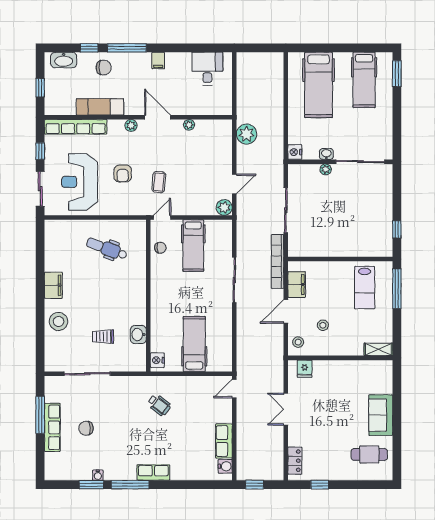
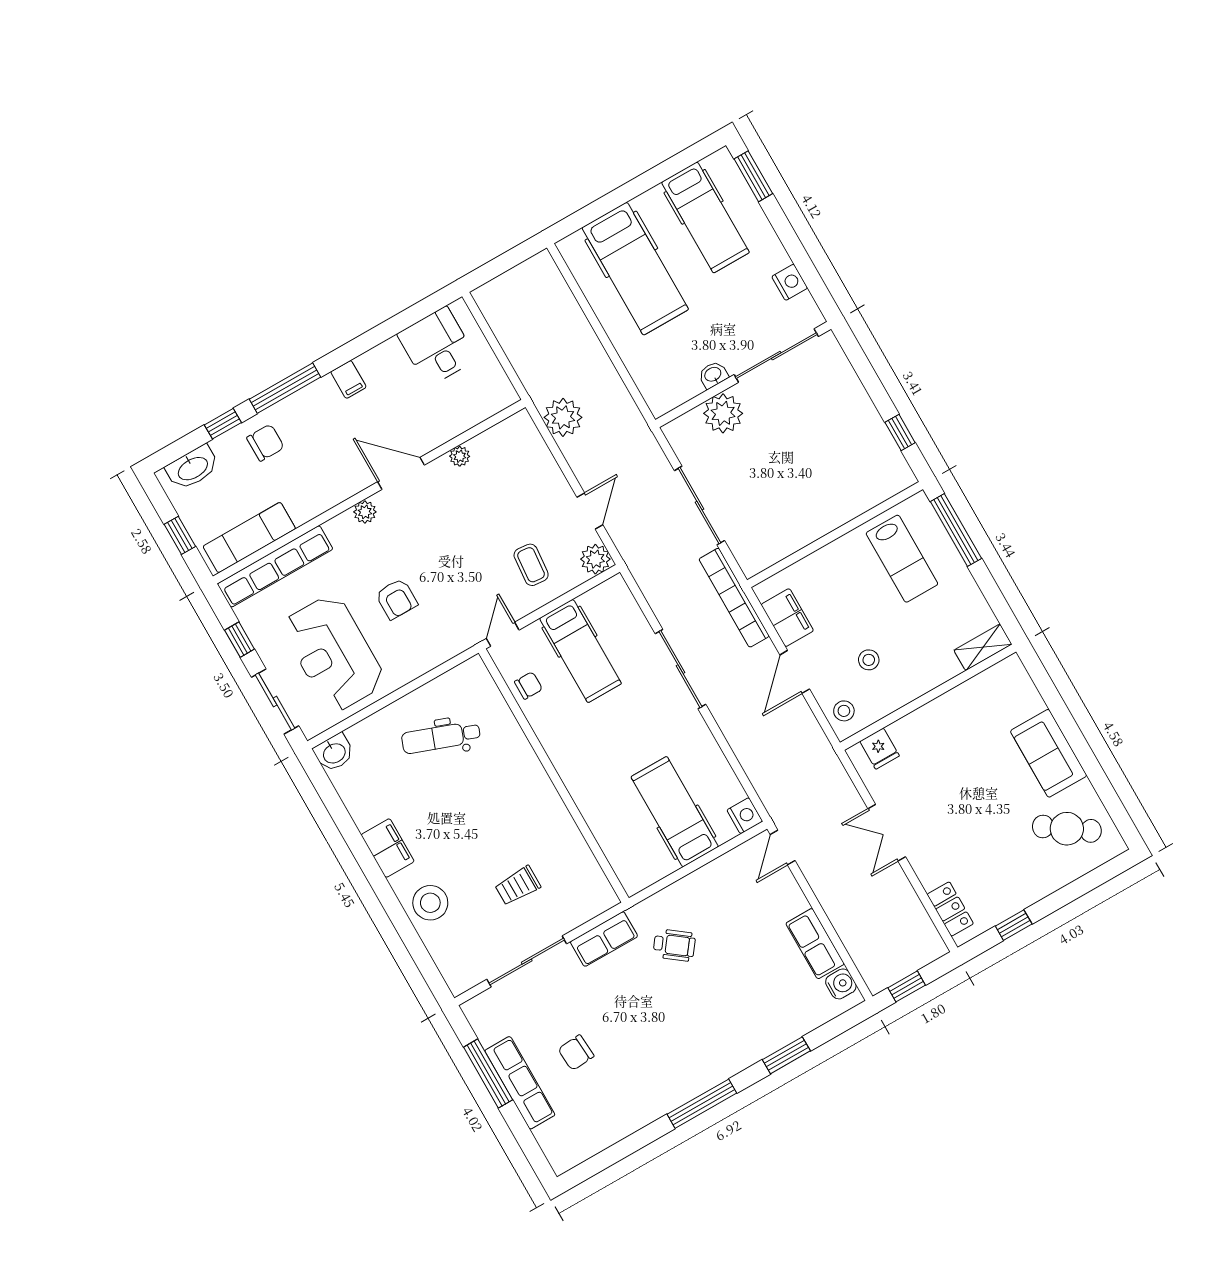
exam couch: (100, 107) -> (249, 538), moved
nightstand: (295, 152) -> (790, 282), moved, turned 180
plant: (326, 169) -> (723, 413), width x1.87, depth x1.87
coffee table: (159, 182) -> (531, 565), moved
washbasin: (138, 335) -> (334, 753), moved, turned -90
nightstand: (157, 360) -> (745, 816), moved, turned 180
cafe table: (369, 454) -> (1067, 829), turned 35
row of seats: (153, 473) -> (604, 939), moved, turned 180
water cooler: (98, 475) -> (640, 1119), removed
window: (91, 485) -> (786, 1055), moved

